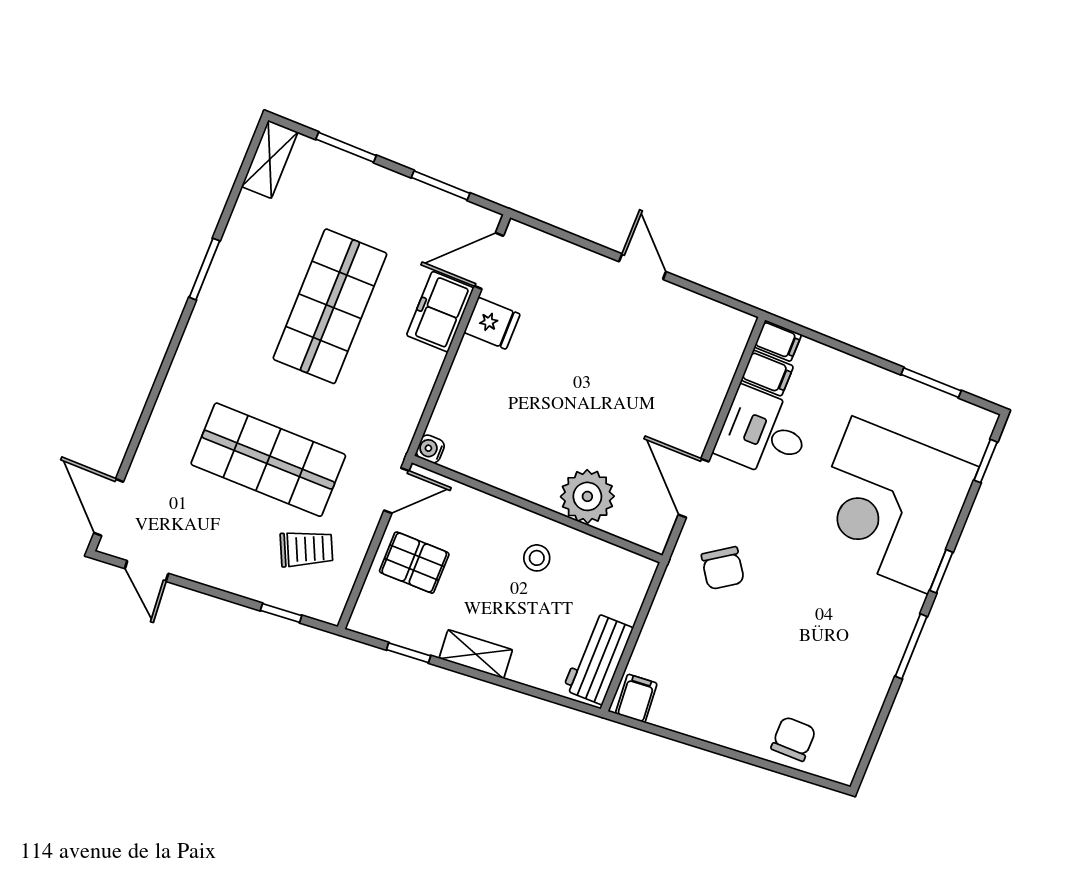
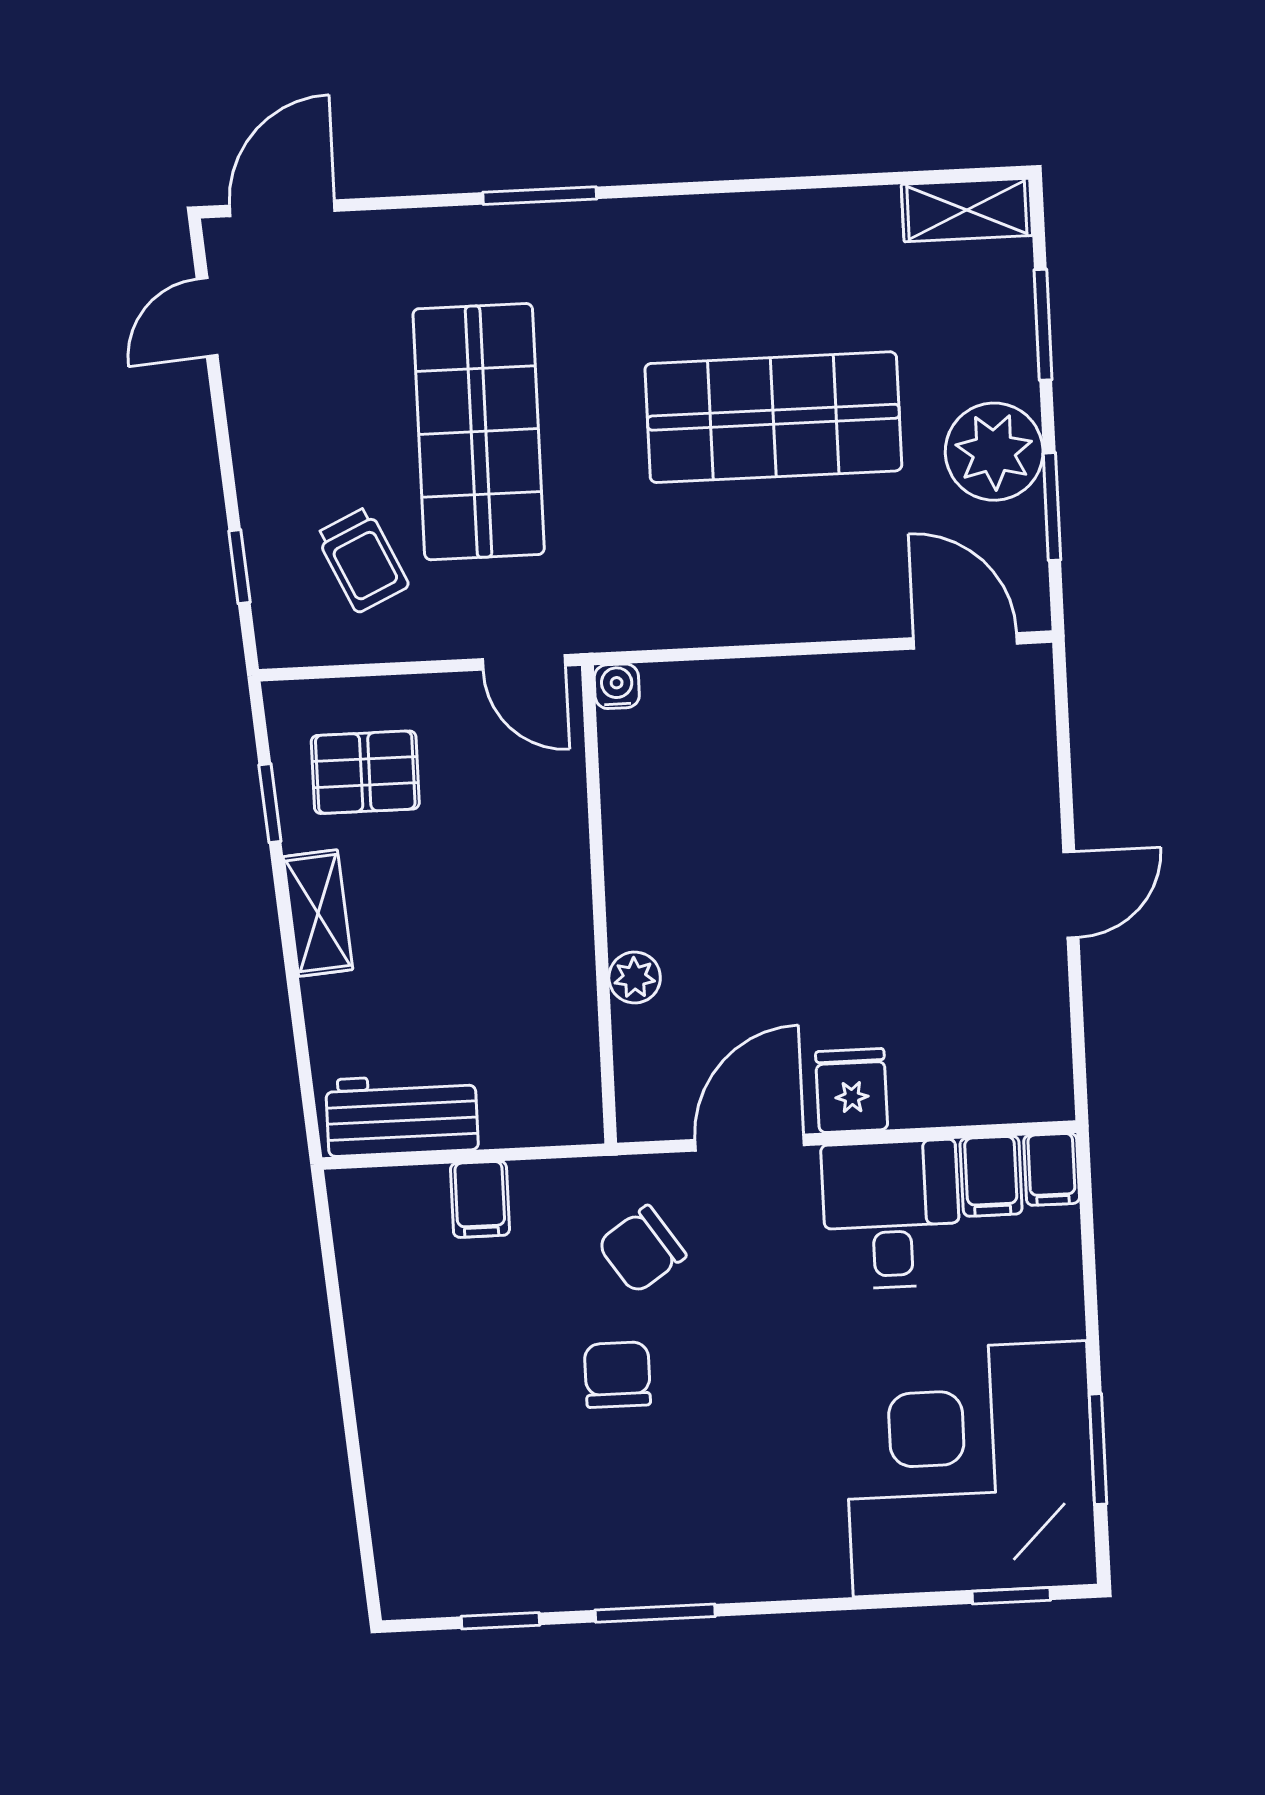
plant: (399, 202) -> (994, 452), added
window: (204, 269) -> (540, 196), moved
freezer: (440, 312) -> (847, 600), removed
fridge: (492, 323) -> (852, 1091), moved, turned 180
plant: (587, 496) -> (635, 978), width x0.53, depth x0.53
corner desk: (890, 505) -> (970, 1469), moved
stool: (537, 558) -> (519, 940), removed
pallet: (414, 563) -> (365, 772), moved, turned 90
window: (941, 571) -> (500, 1621), moved
filing cabinet: (636, 698) -> (480, 1199), moved, turned 95
chair: (793, 739) -> (617, 1375), moved, turned -90

